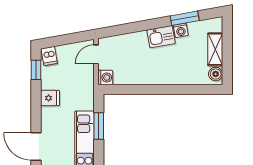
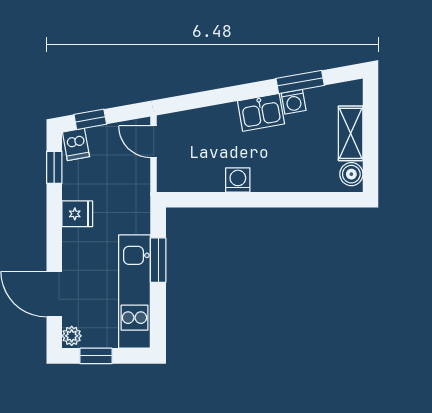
window: (58, 41) -> (90, 119), added
door: (96, 54) -> (154, 142), hinge flipped
washing machine: (105, 77) -> (238, 180), moved, turned -90

